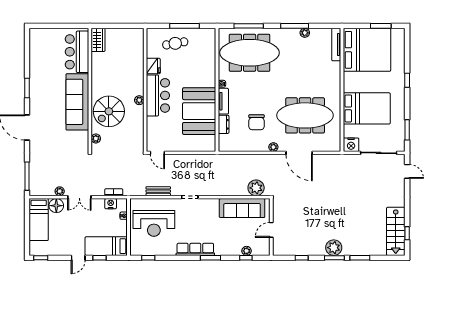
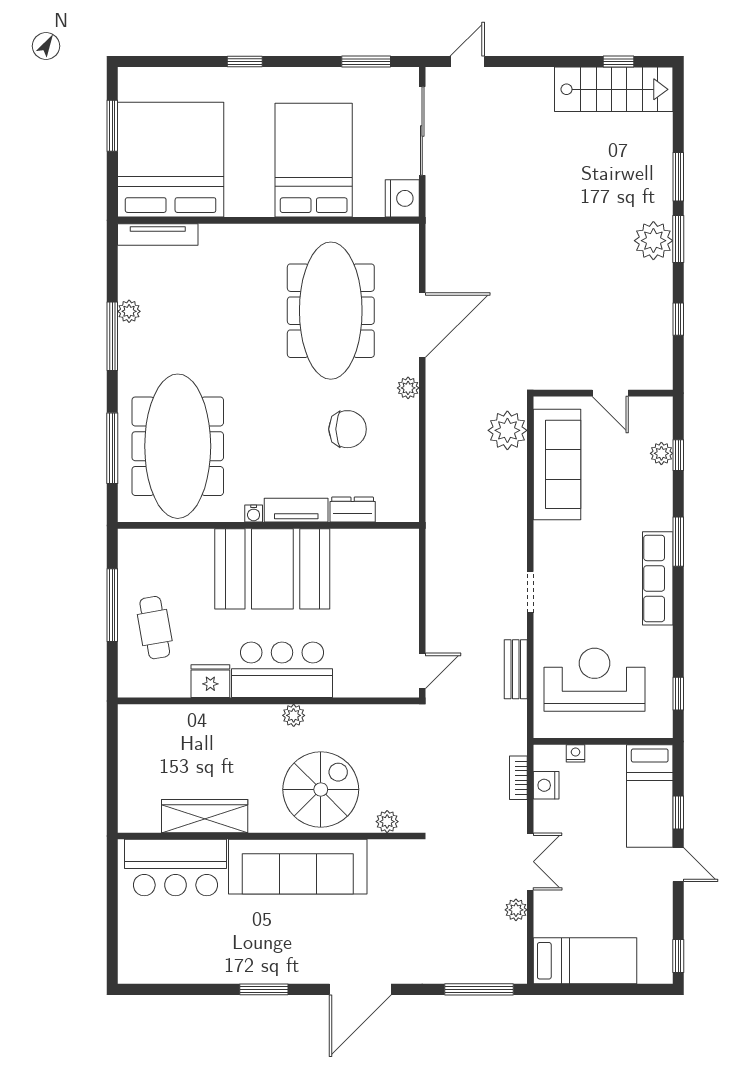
wardrobe: (98, 40) -> (205, 816), moved, width x1.50
spiral stairs: (109, 111) -> (321, 789), turned -90
booth: (199, 111) -> (272, 569), moved
floor lamp: (56, 206) -> (551, 918), removed
reception desk: (154, 223) -> (594, 680), turned -90

